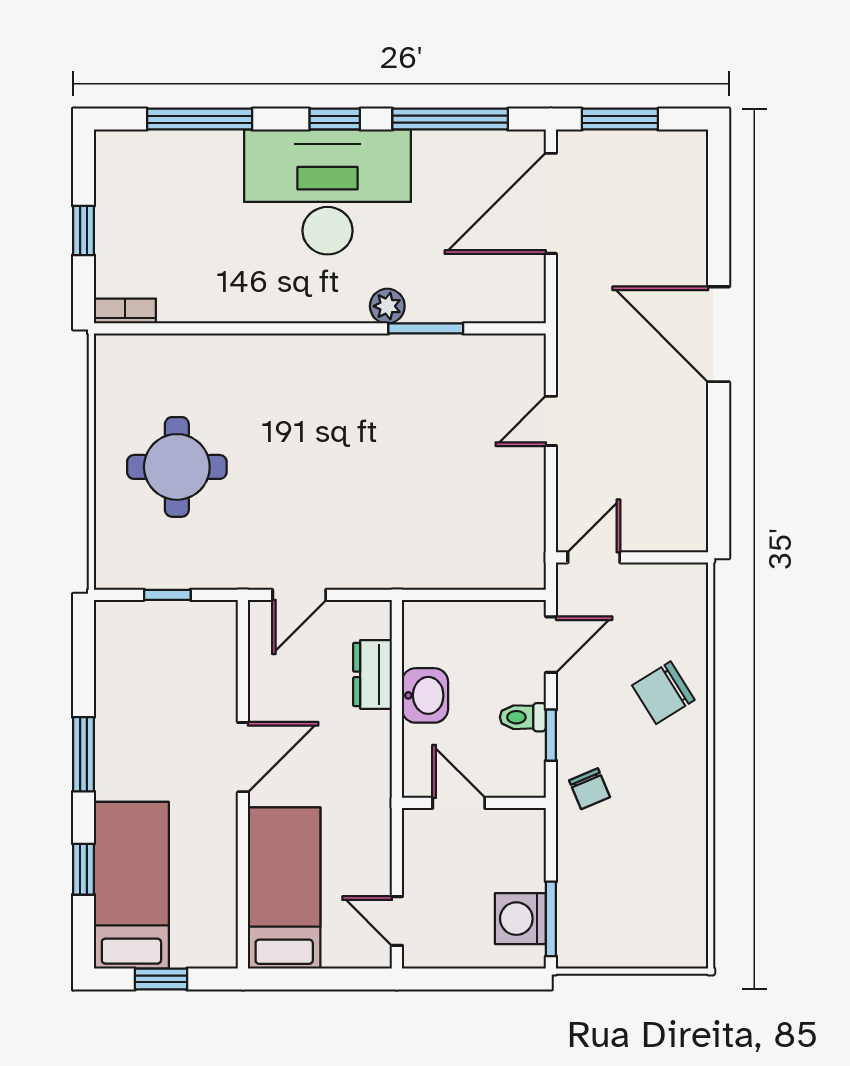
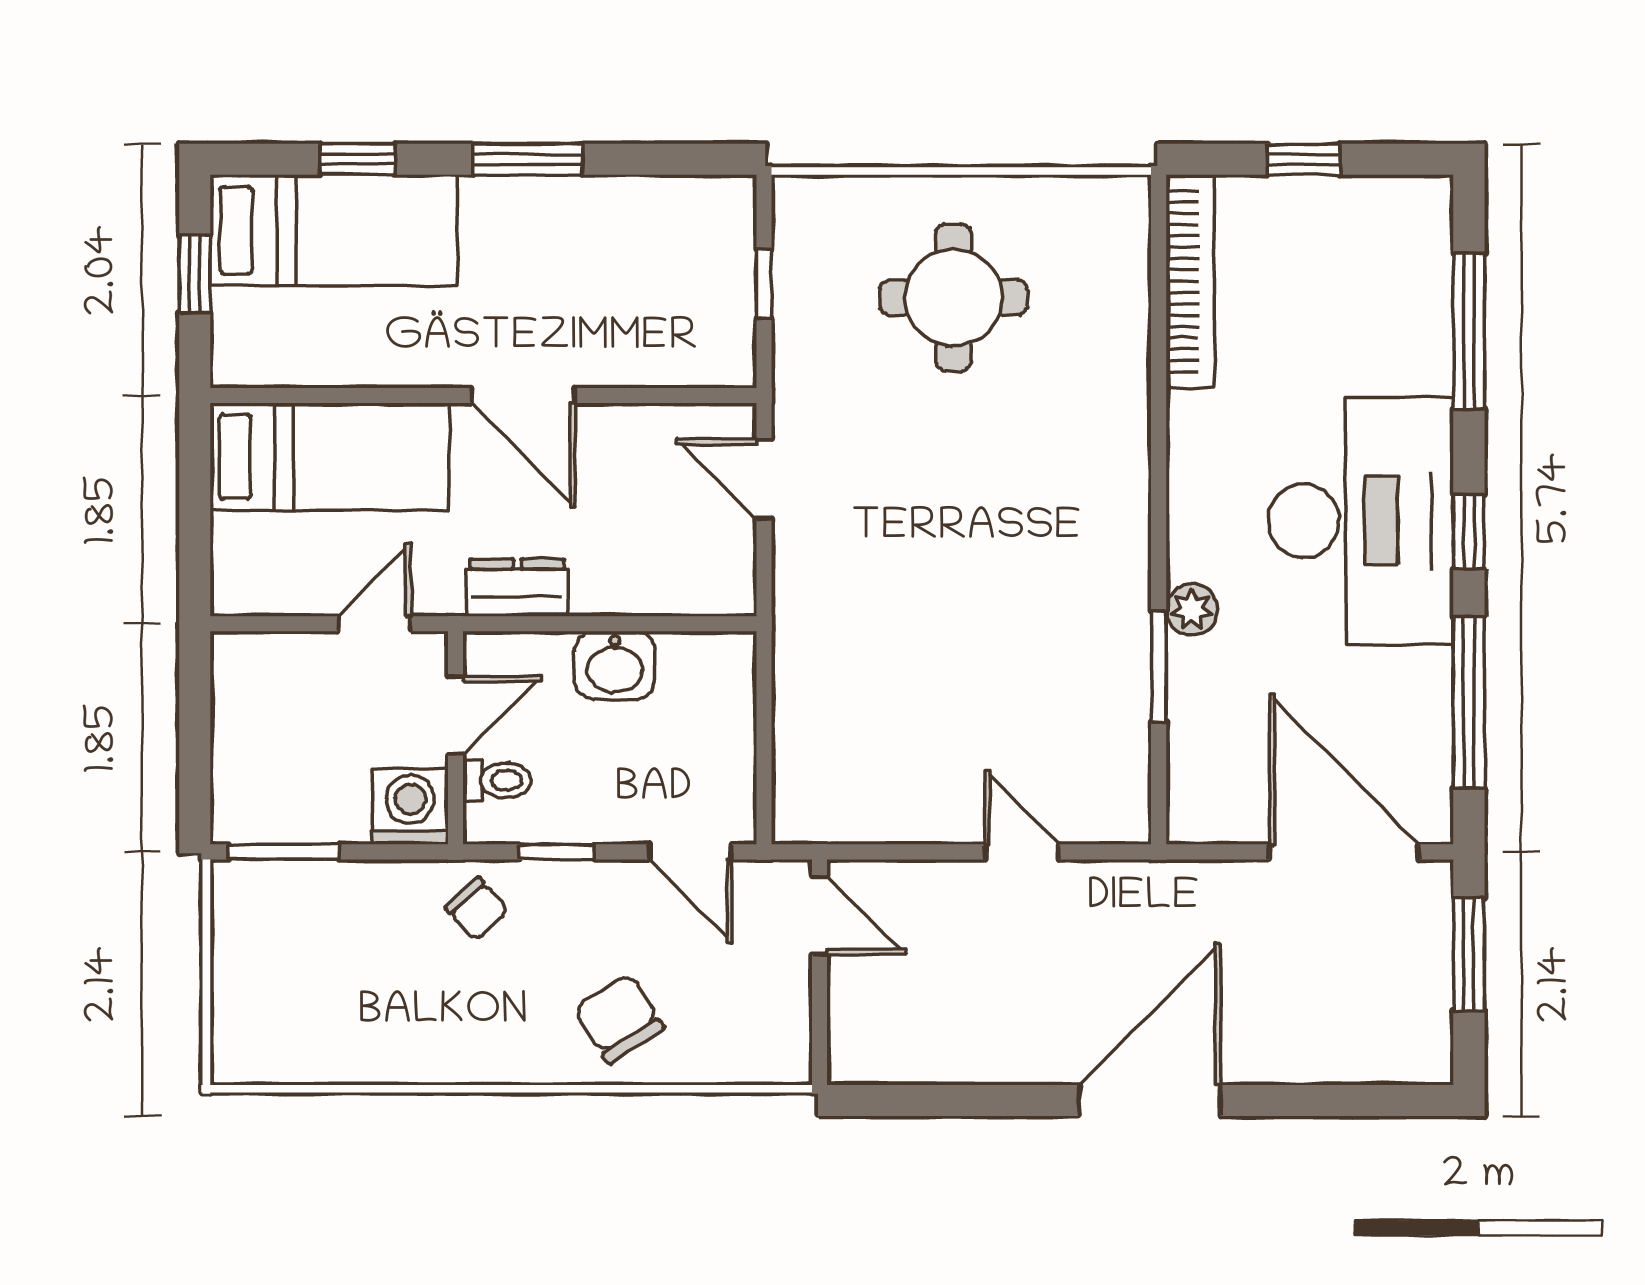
bookcase: (125, 311) -> (1190, 281), width x2.31, depth x1.31
dresser: (373, 674) -> (517, 588), moved
toilet: (523, 717) -> (497, 780), moved, turned 90
chair: (590, 789) -> (477, 909), turned -109
washing machine: (520, 919) -> (410, 807), moved
door: (397, 921) -> (374, 624), moved

